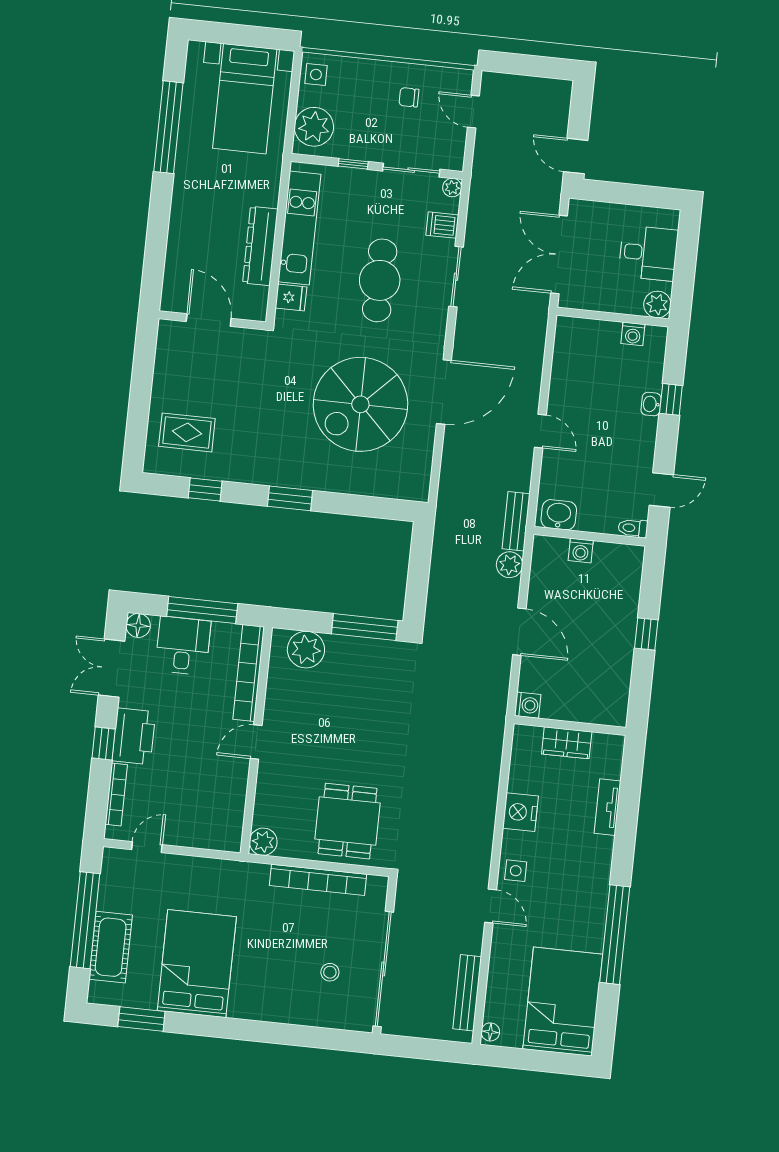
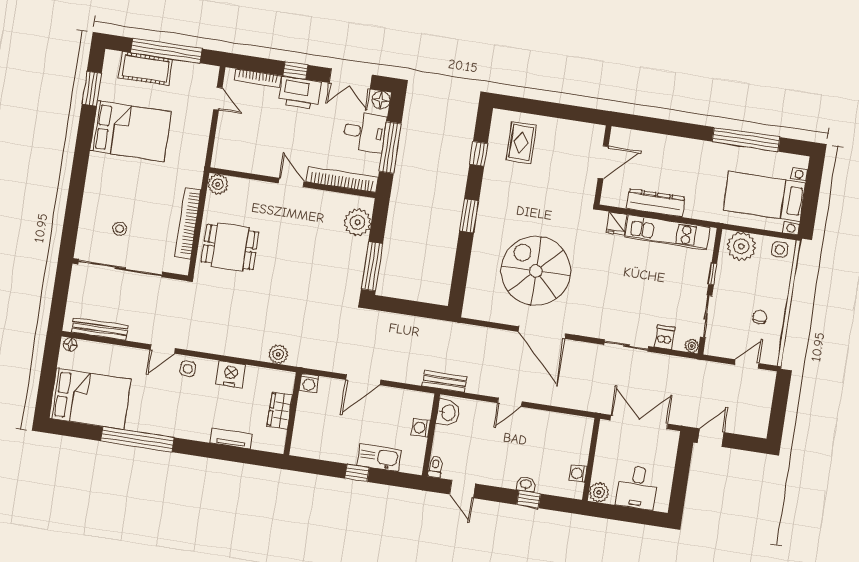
cafe table: (380, 280) -> (626, 289), removed
plant: (510, 565) -> (278, 354), moved
kitchen sink: (624, 605) -> (379, 458), added
double door: (112, 668) -> (351, 79), swing flipped

